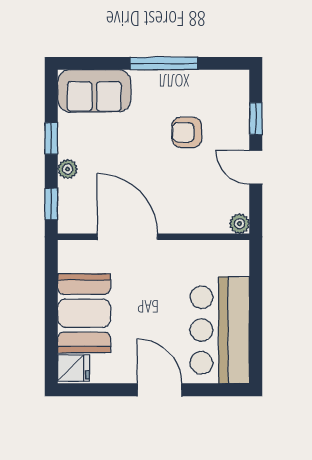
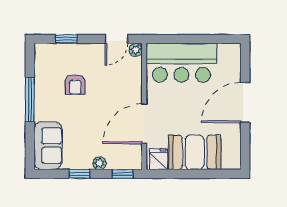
door: (256, 167) -> (117, 39), moved
bar counter: (220, 330) -> (181, 63), moved
fridge: (74, 368) -> (158, 159), moved
door: (160, 390) -> (245, 102), width x1.36

